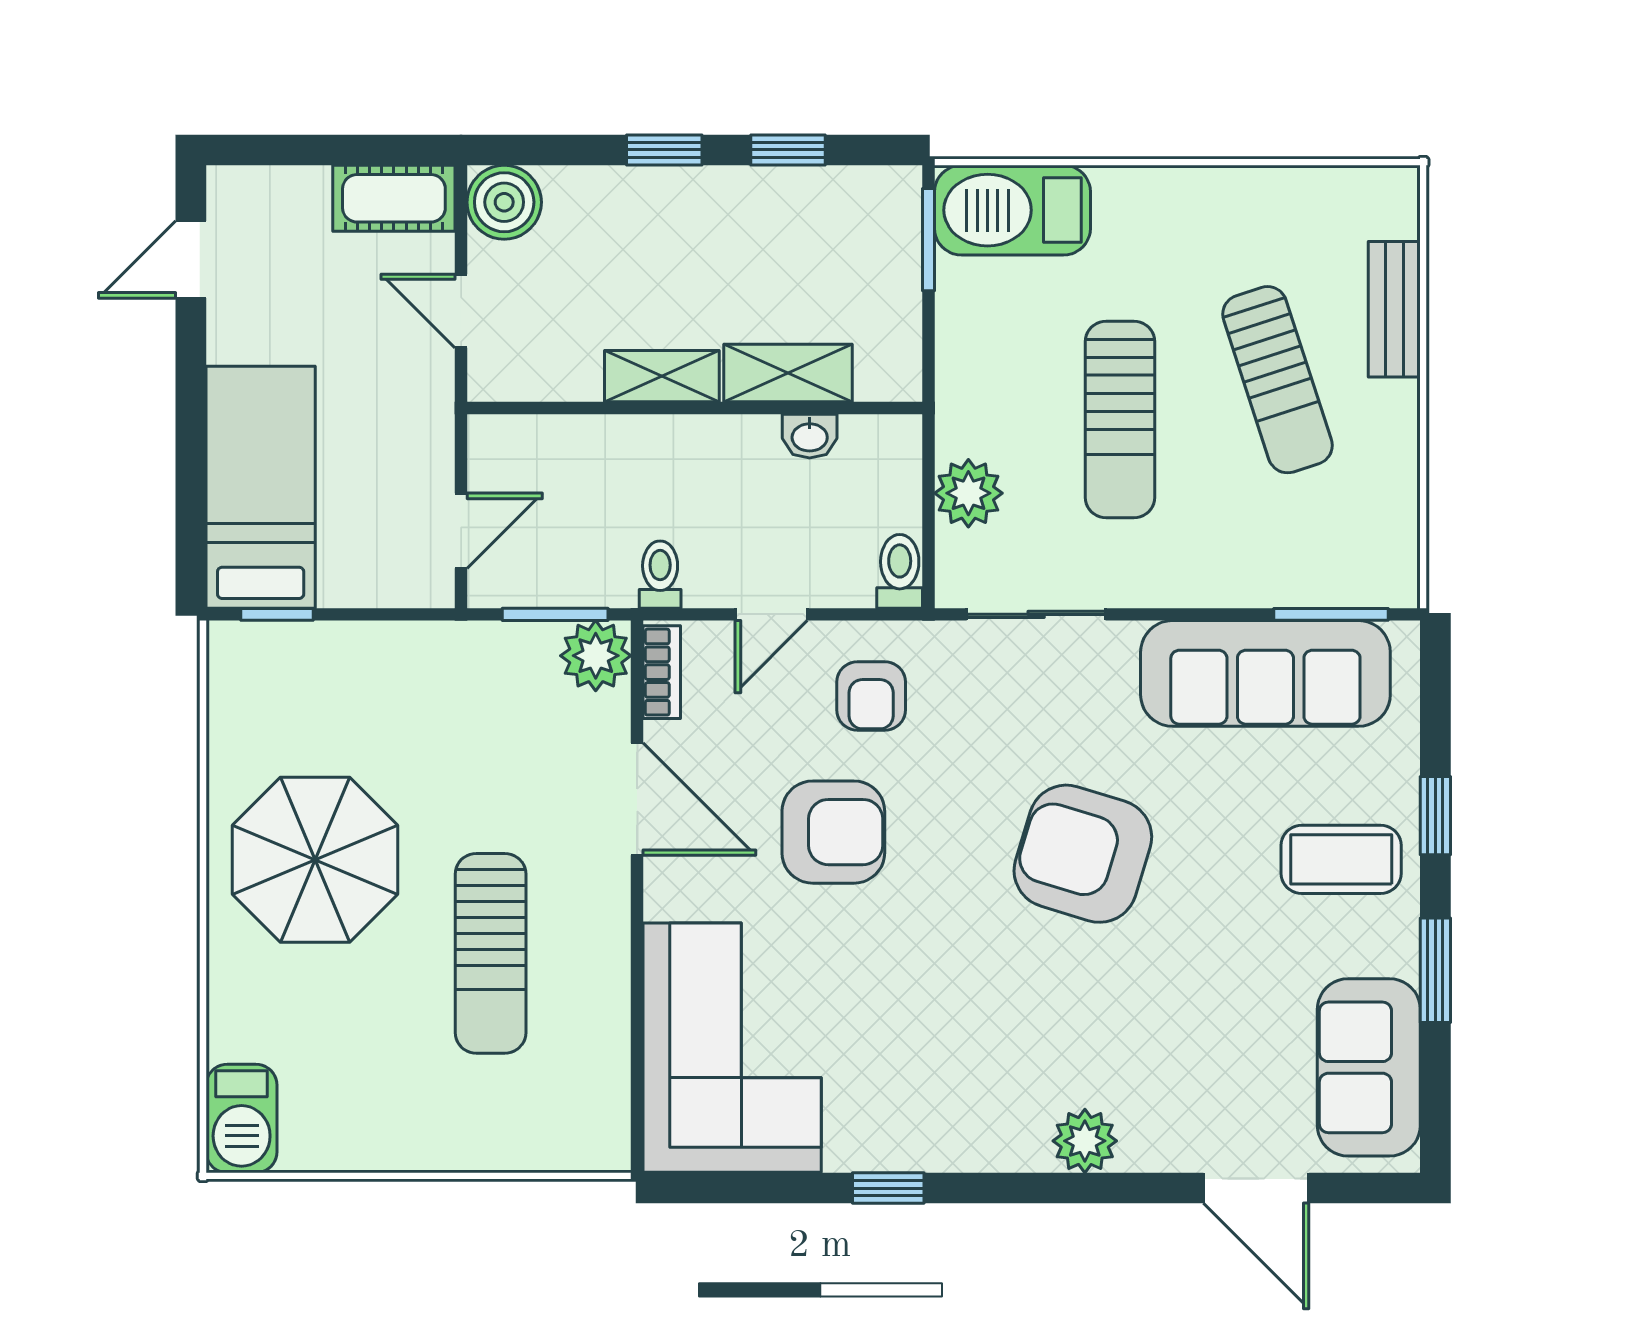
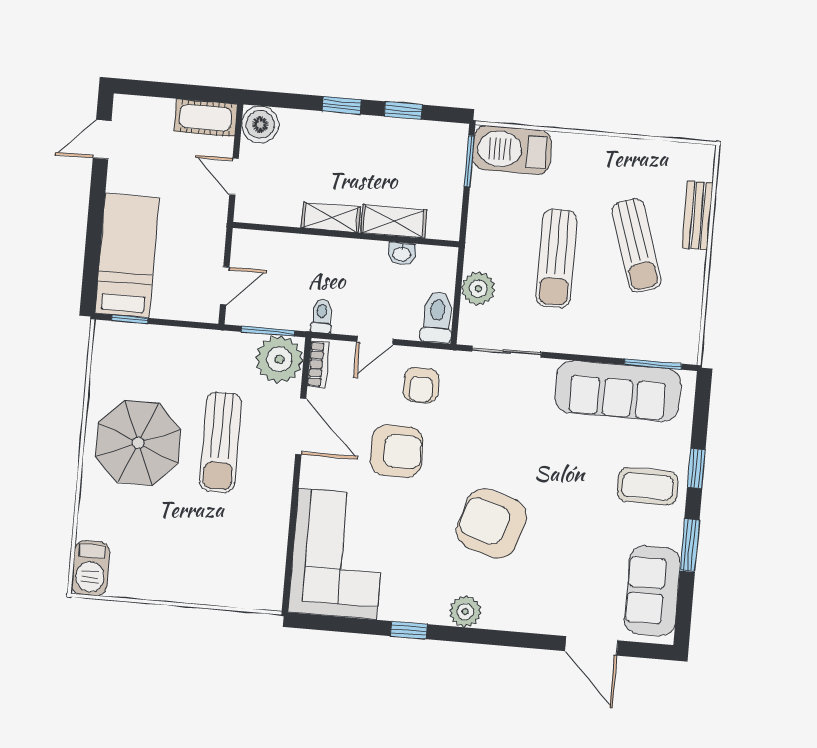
toilet: (900, 571) -> (437, 317), width x1.37, depth x1.39
plant: (596, 656) -> (279, 359), width x1.36, depth x1.36
armchair: (1083, 854) -> (492, 524), moved
sun lounger: (491, 953) -> (221, 442), moved
plant: (1085, 1141) -> (465, 611), moved

